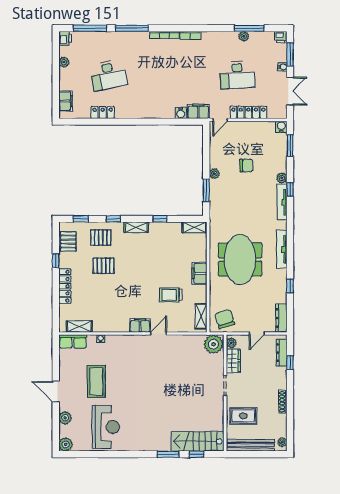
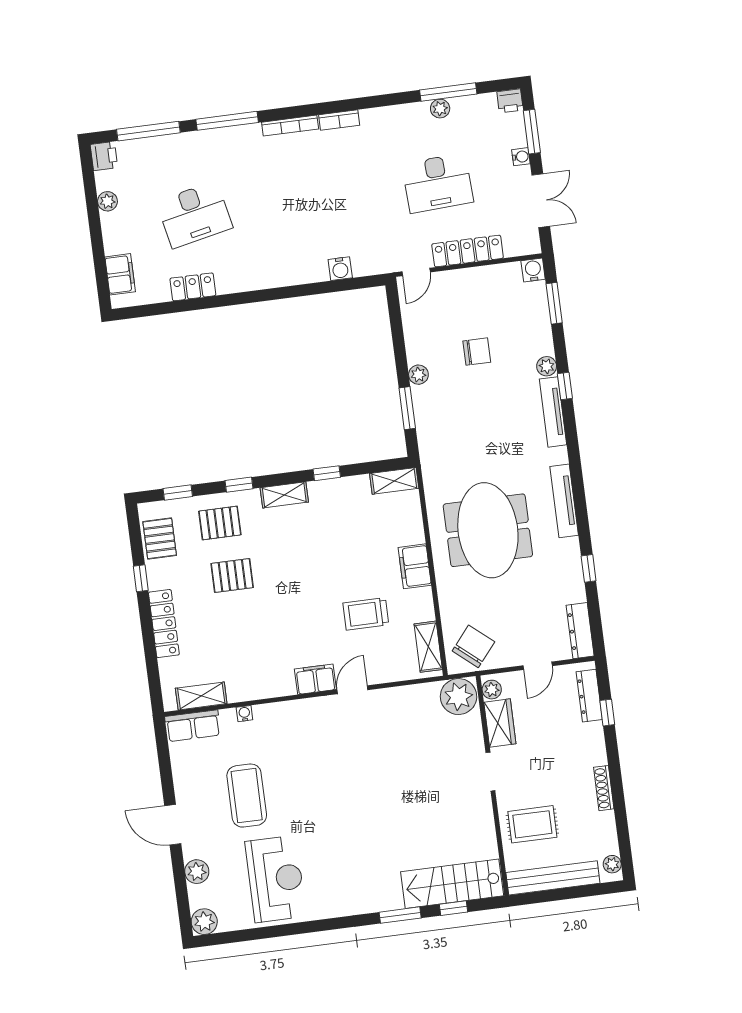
filing cabinet: (198, 111) -> (373, 261), removed
chair: (225, 319) -> (473, 646), turned 57

